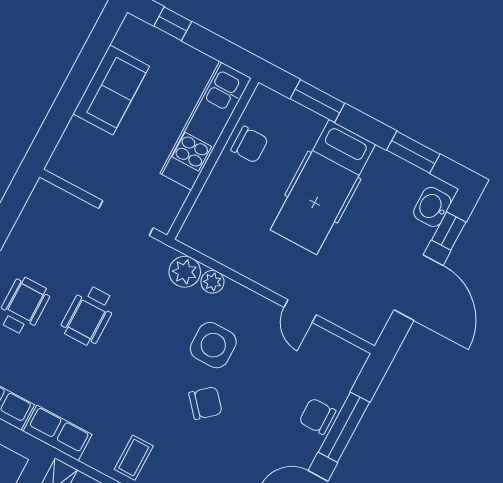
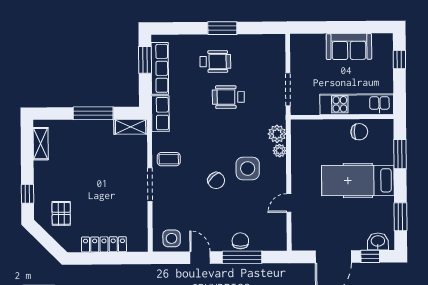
chair: (250, 145) -> (359, 132), turned -90

